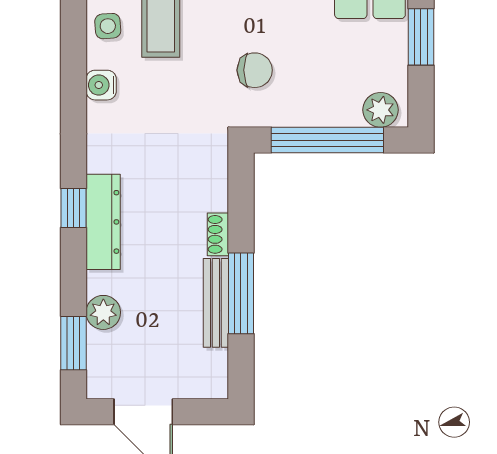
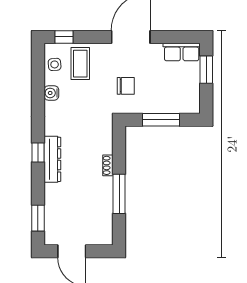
plant: (381, 110) -> (187, 105), removed
window: (327, 140) -> (161, 120), width x0.68
bench: (216, 303) -> (107, 199), removed
plant: (103, 312) -> (52, 203), removed

